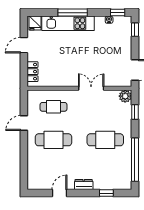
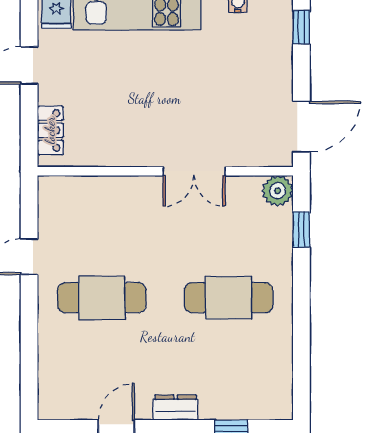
double door: (91, 88) -> (194, 171), swing flipped
cafe table: (54, 107) -> (102, 217), removed
window: (135, 160) -> (301, 346), removed

